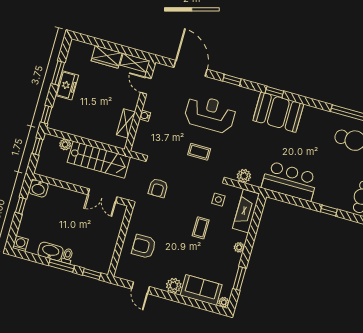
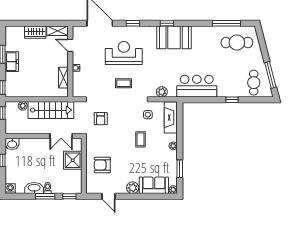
shower: (108, 230) -> (73, 160), added

